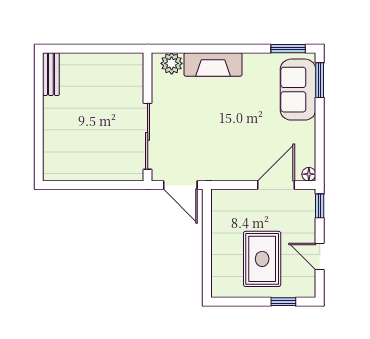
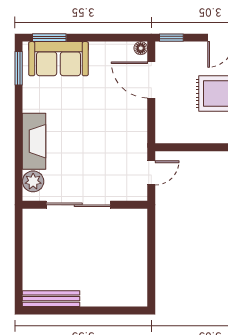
bench: (51, 74) -> (51, 299), width x1.36
sliding door: (148, 136) -> (78, 205), moved
door: (180, 185) -> (151, 173), width x0.73

